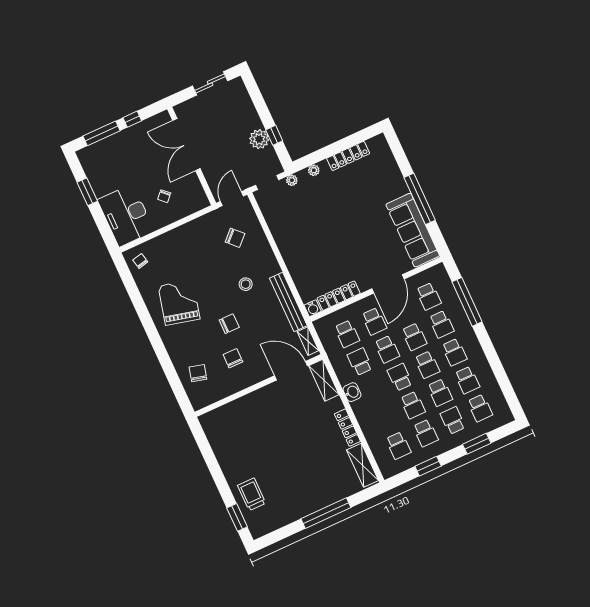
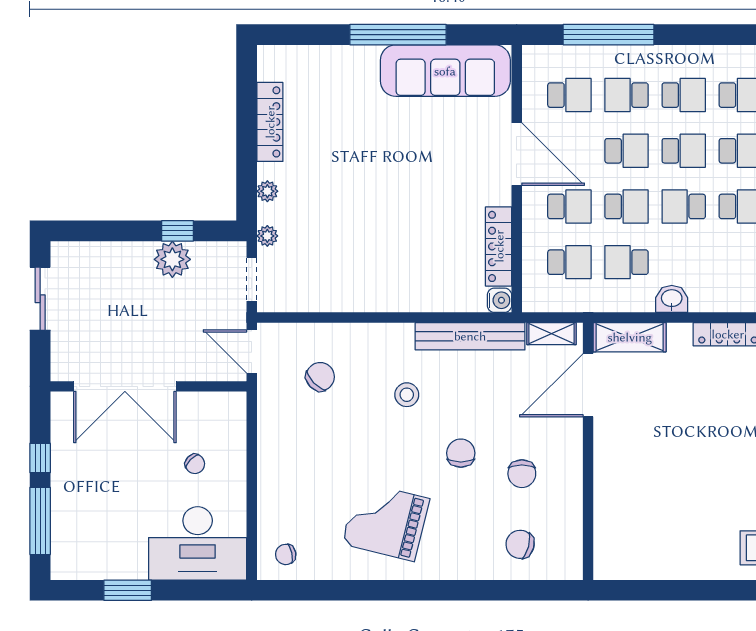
school desk: (441, 324) -> (627, 95), turned 180
chair: (233, 358) -> (522, 474), turned -90

